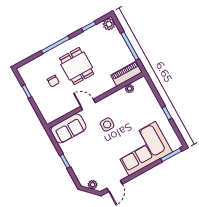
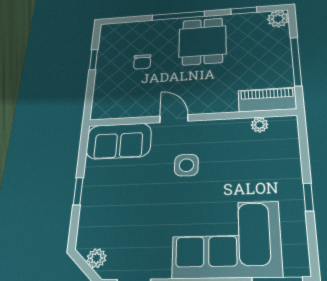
dining table: (77, 66) -> (202, 41), moved

